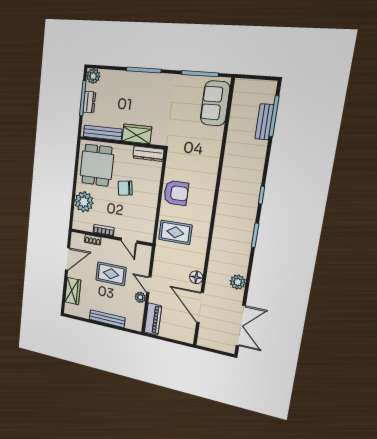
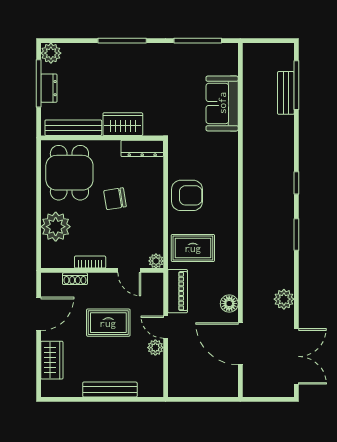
sofa: (215, 103) -> (222, 103), moved
plant: (148, 237) -> (156, 261), added
piano: (153, 319) -> (178, 291), moved

